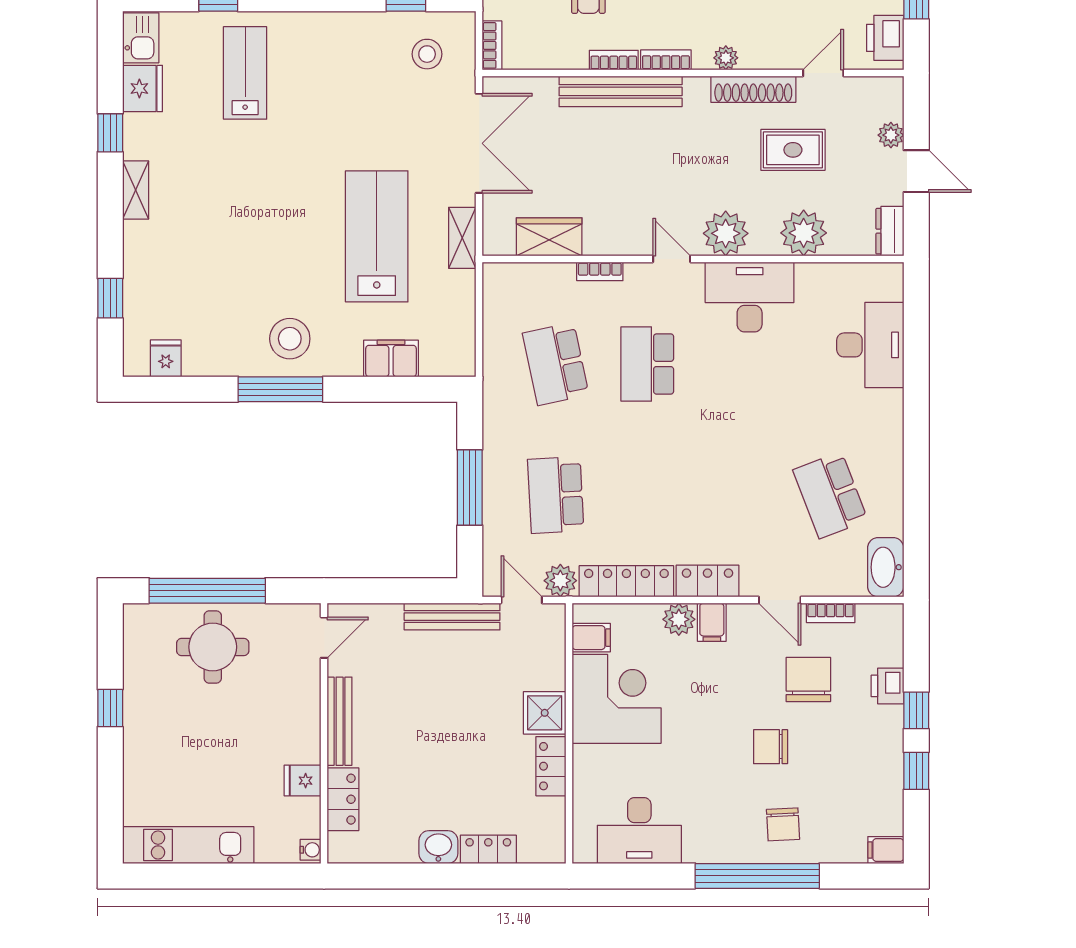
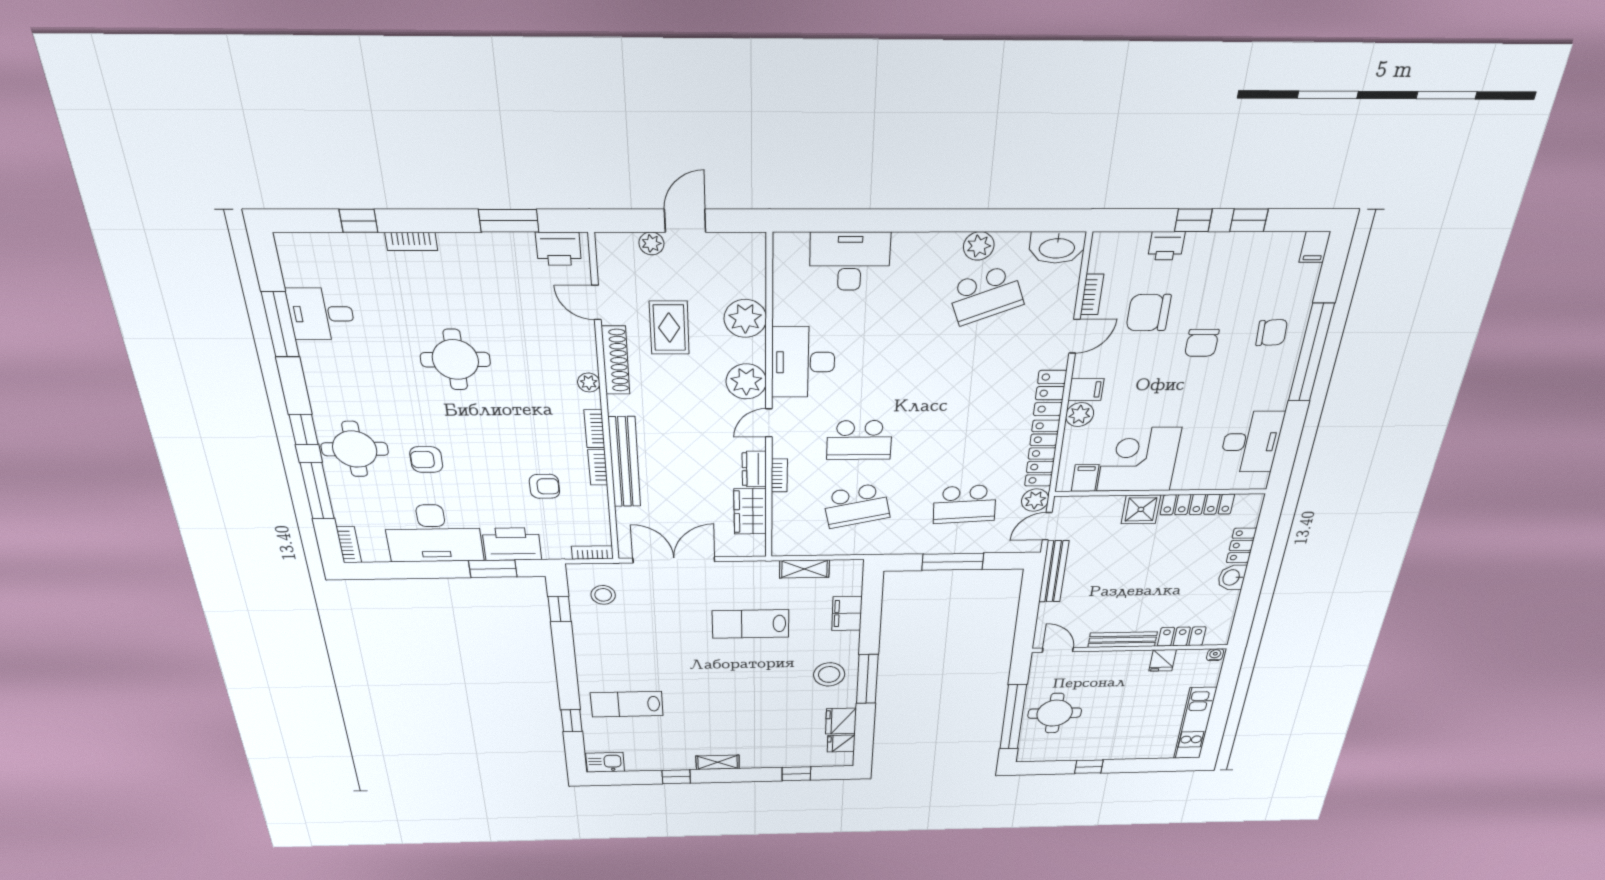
fridge: (143, 88) -> (841, 721), moved, turned -90
dresser: (890, 231) -> (754, 469), moved, turned 90
lab bench: (377, 236) -> (751, 624), width x0.73, depth x0.72
shelving: (462, 238) -> (804, 569), moved
plant: (887, 482) -> (979, 246), added
locker: (551, 766) -> (1197, 504), width x1.53

